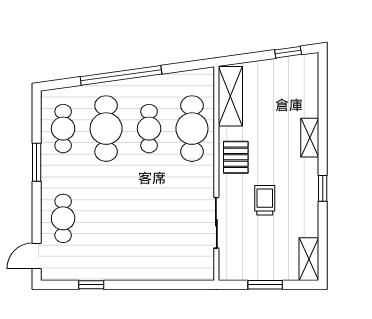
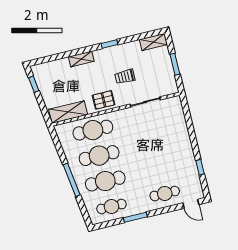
window: (121, 75) -> (72, 180), width x0.68
cafe table: (149, 129) -> (99, 156), width x1.37, depth x1.35

